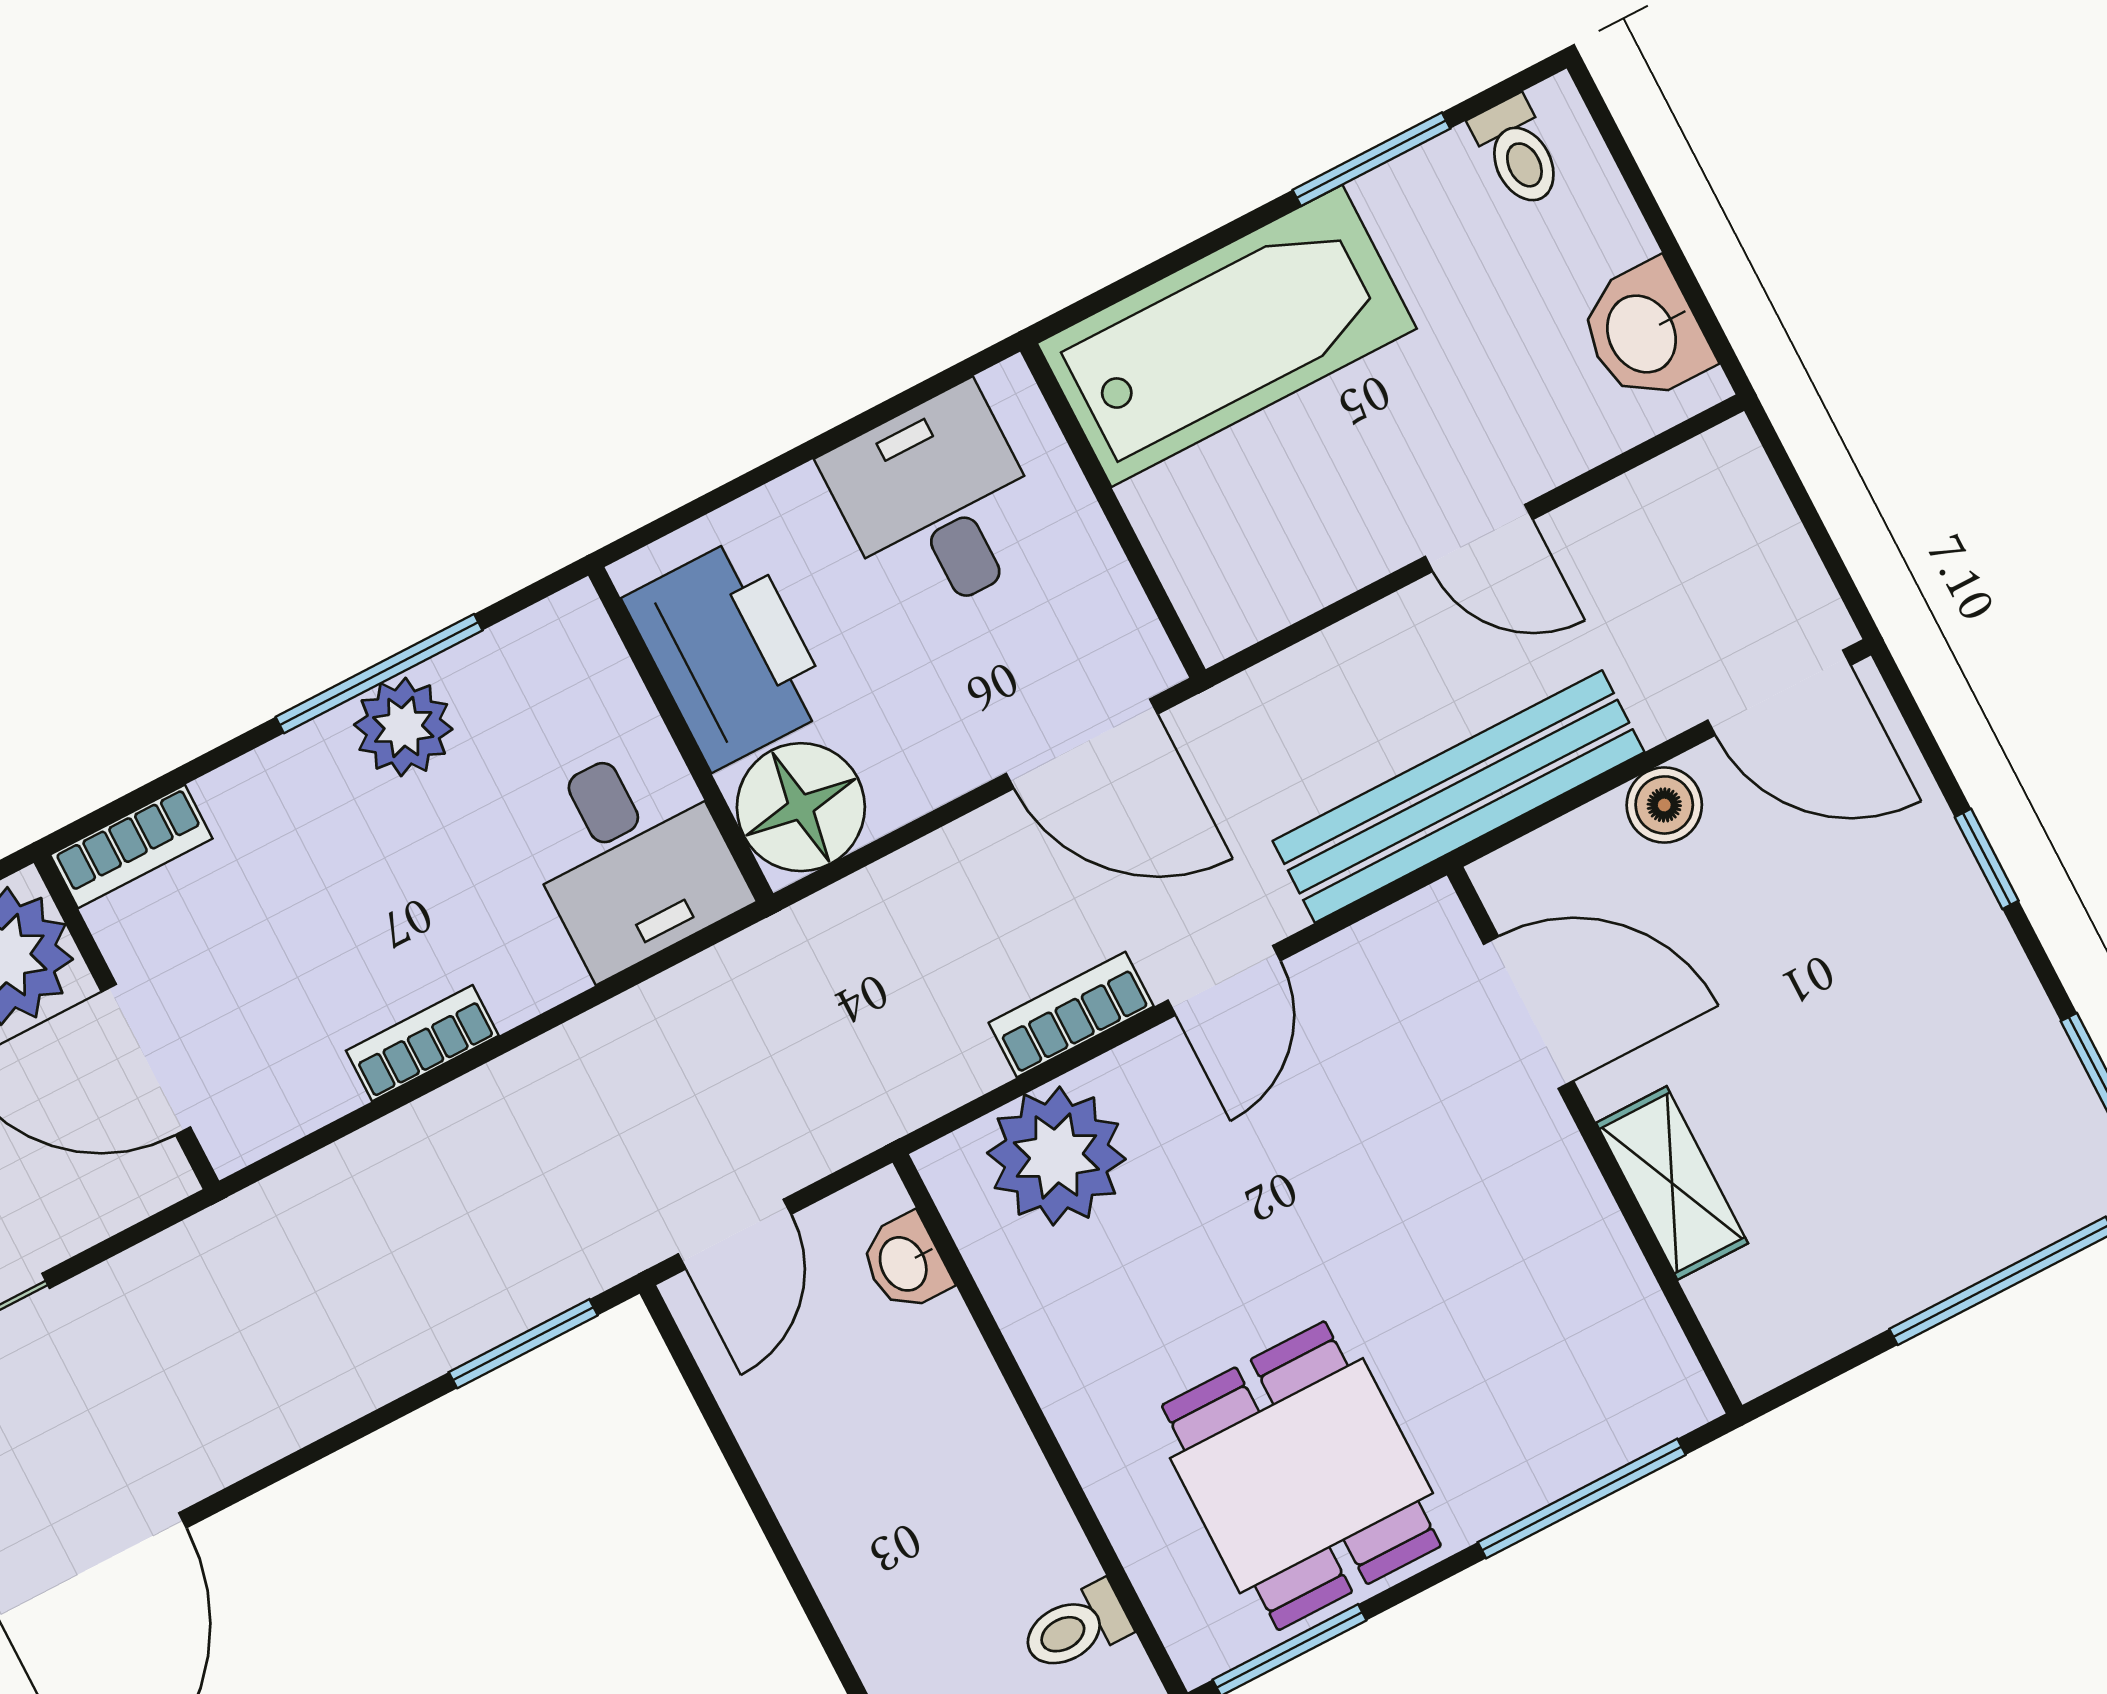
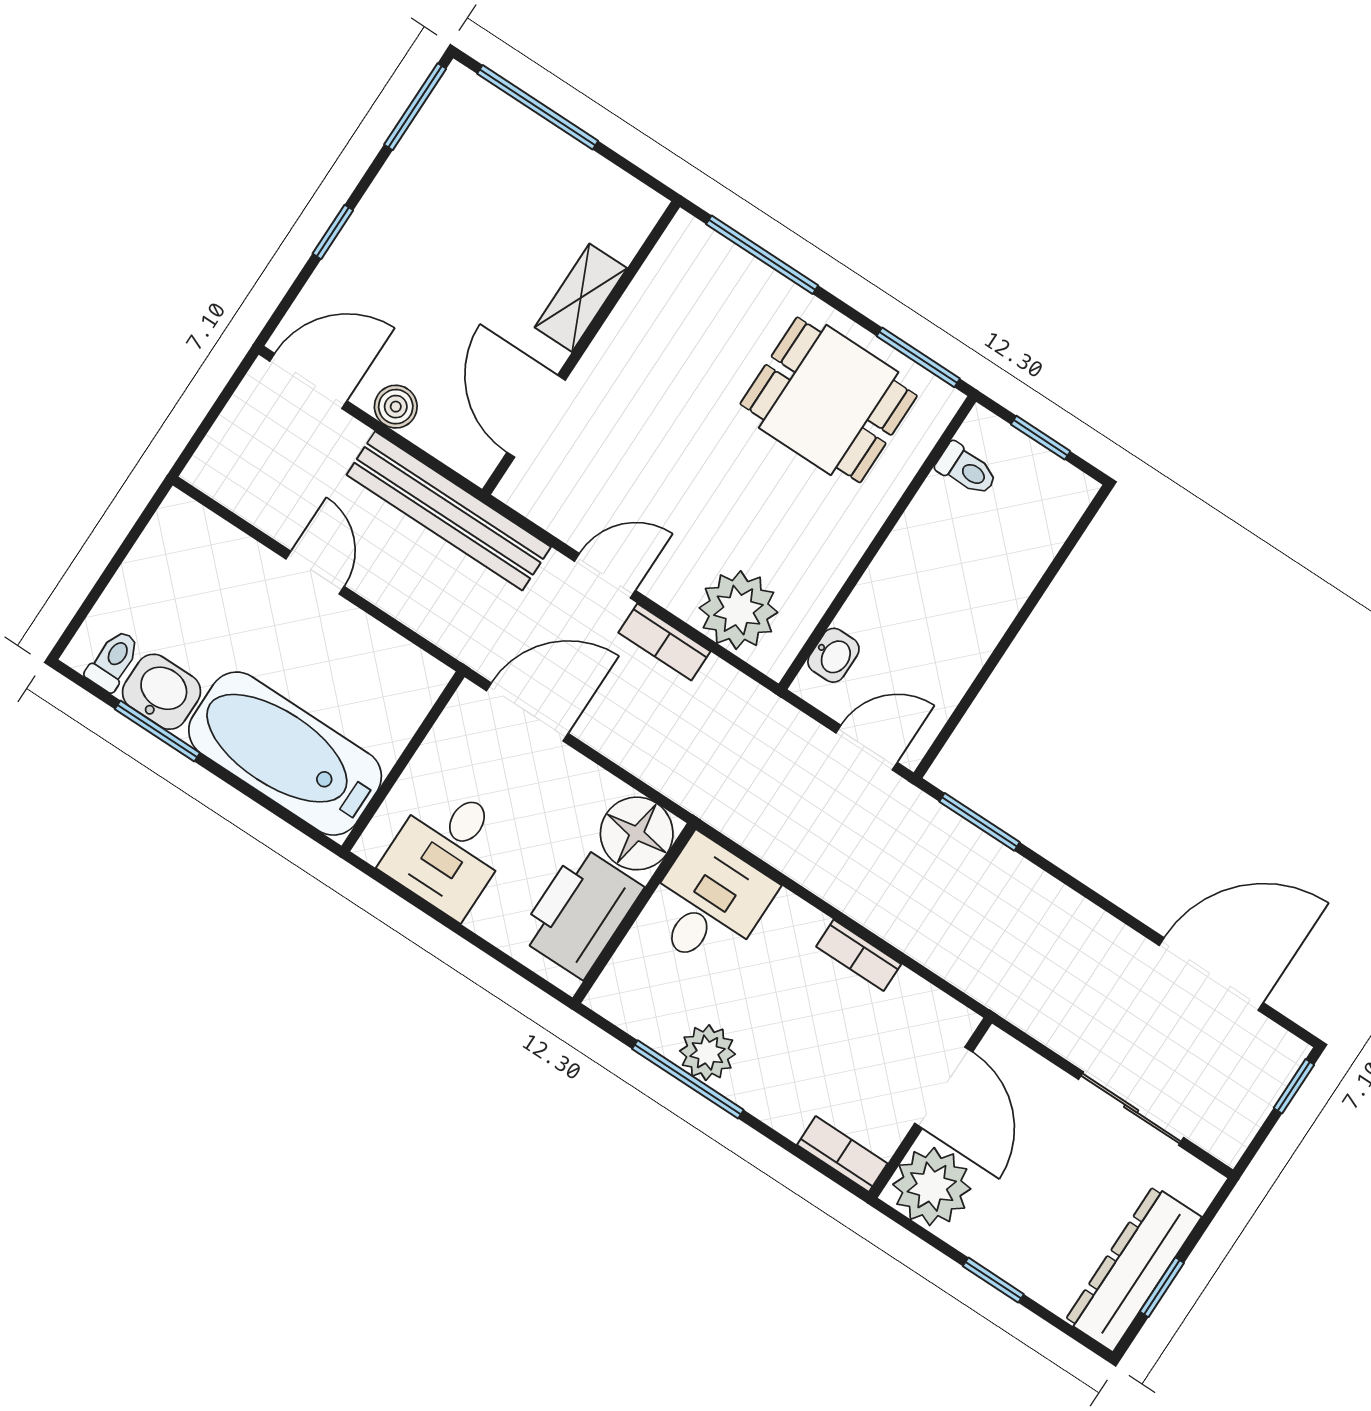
washbasin: (1644, 333) -> (162, 692), moved, turned -90
door: (1779, 693) -> (308, 381), hinge flipped
door: (1082, 744) -> (527, 712), hinge flipped
dining table: (1301, 1476) -> (829, 400), turned 90

